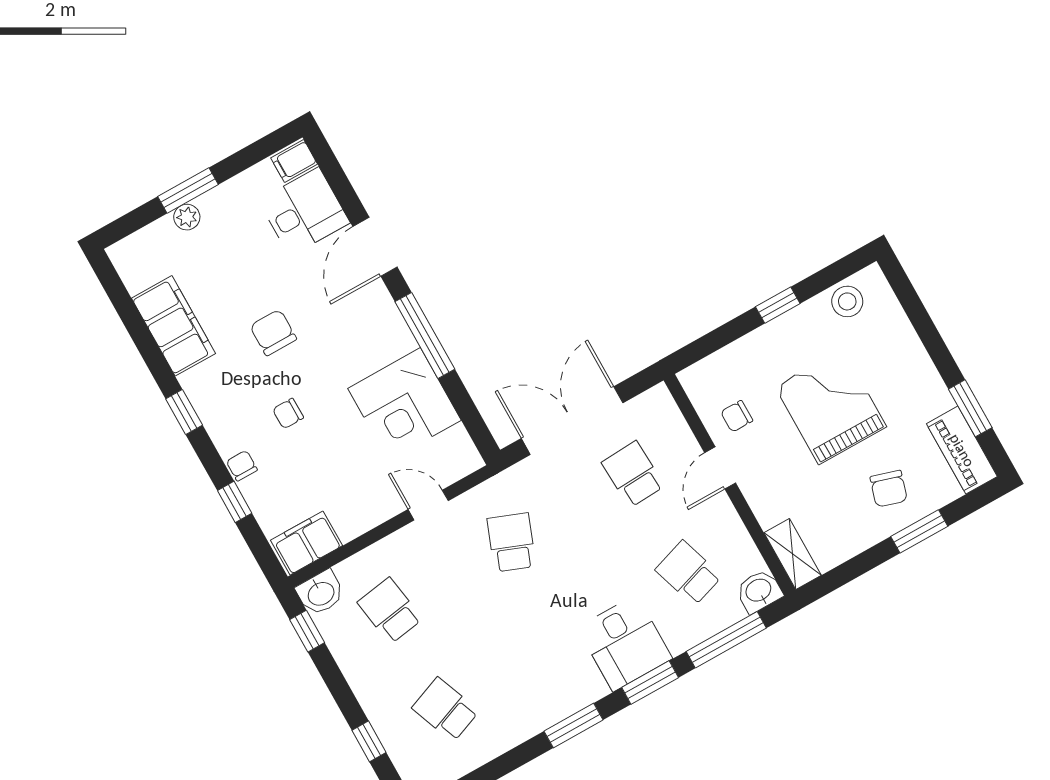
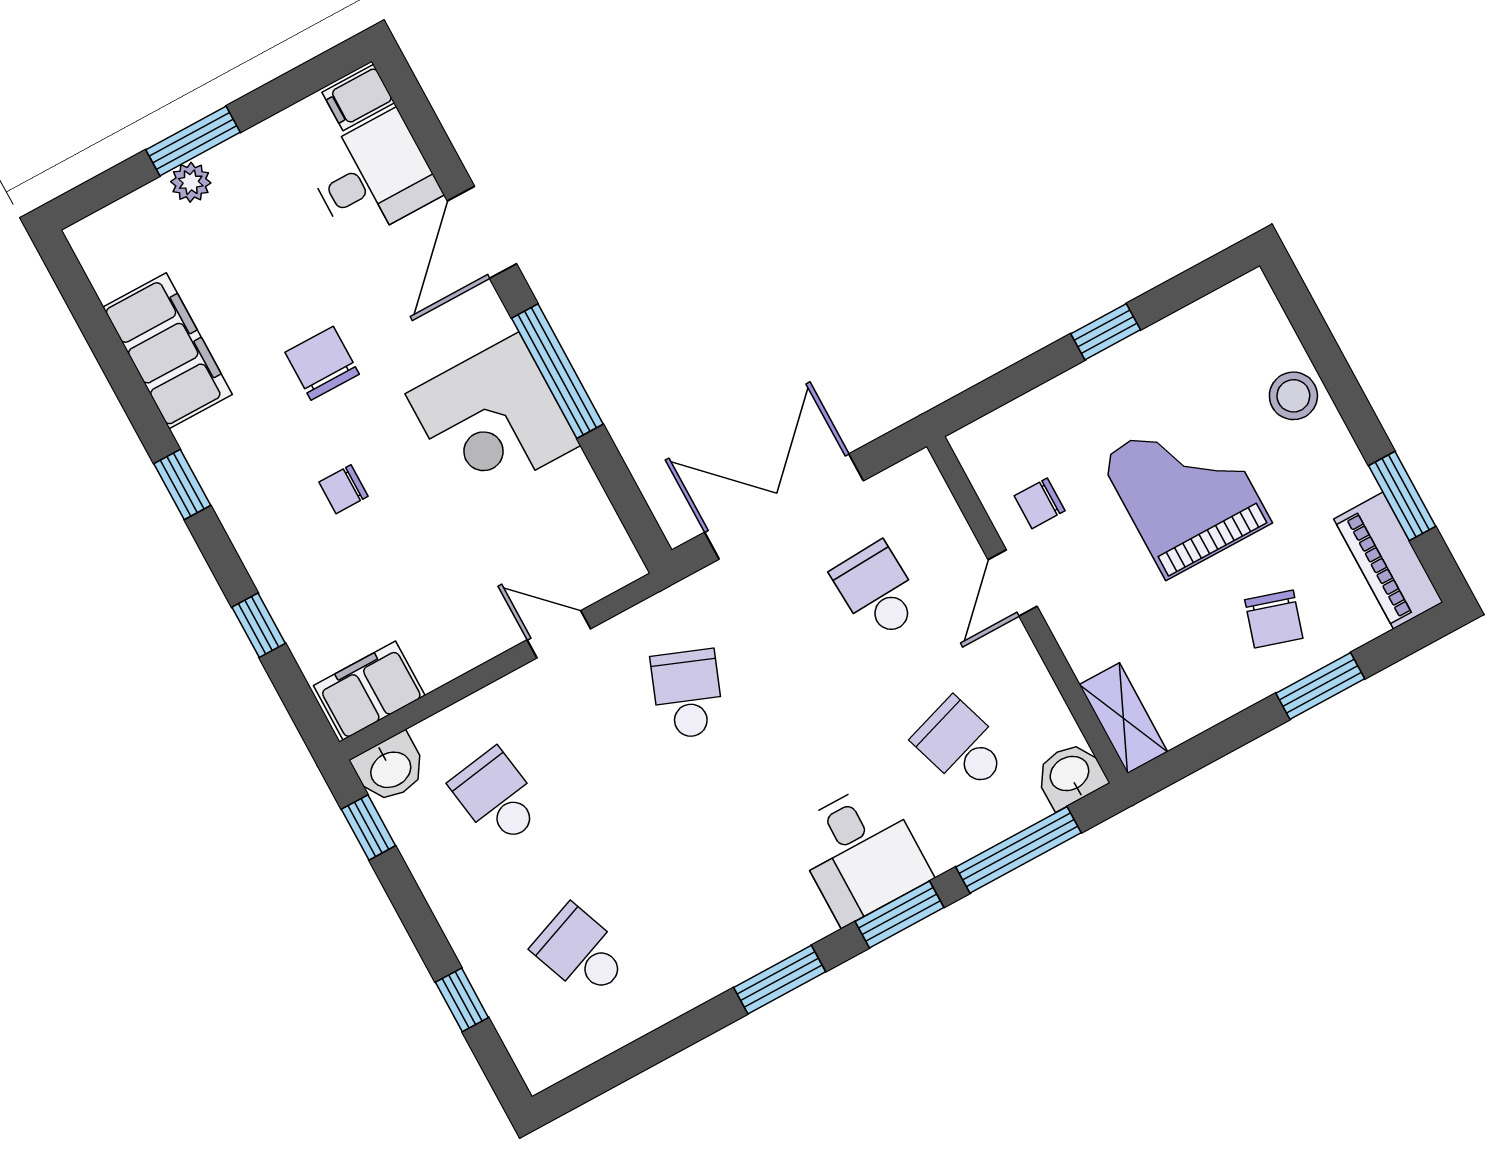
stool: (847, 301) -> (1293, 396), moved
corner desk: (404, 404) -> (493, 420), moved
chair: (242, 466) -> (271, 569), removed

